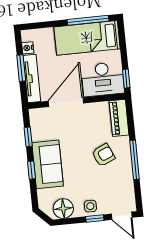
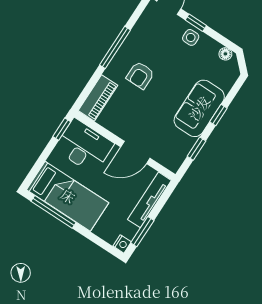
nightstand: (28, 48) -> (122, 244), moved
window: (21, 68) -> (142, 232), moved
door: (66, 102) -> (135, 152), width x0.73
armchair: (103, 155) -> (140, 75), turned -66
floor lamp: (63, 209) -> (225, 54), width x0.53, depth x0.53

